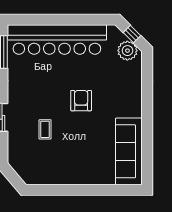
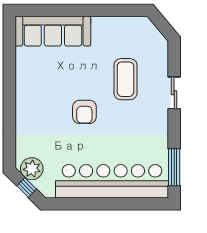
coffee table: (45, 129) -> (125, 79), width x1.86, depth x1.72
sofa: (129, 151) -> (53, 31), moved, turned 90

